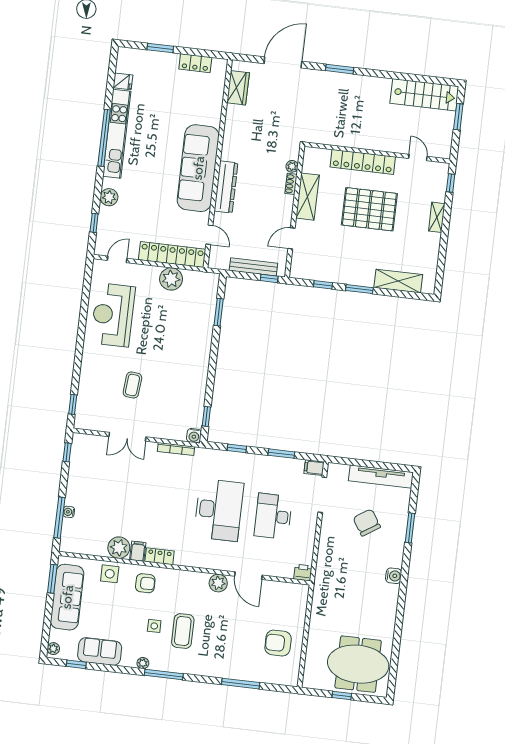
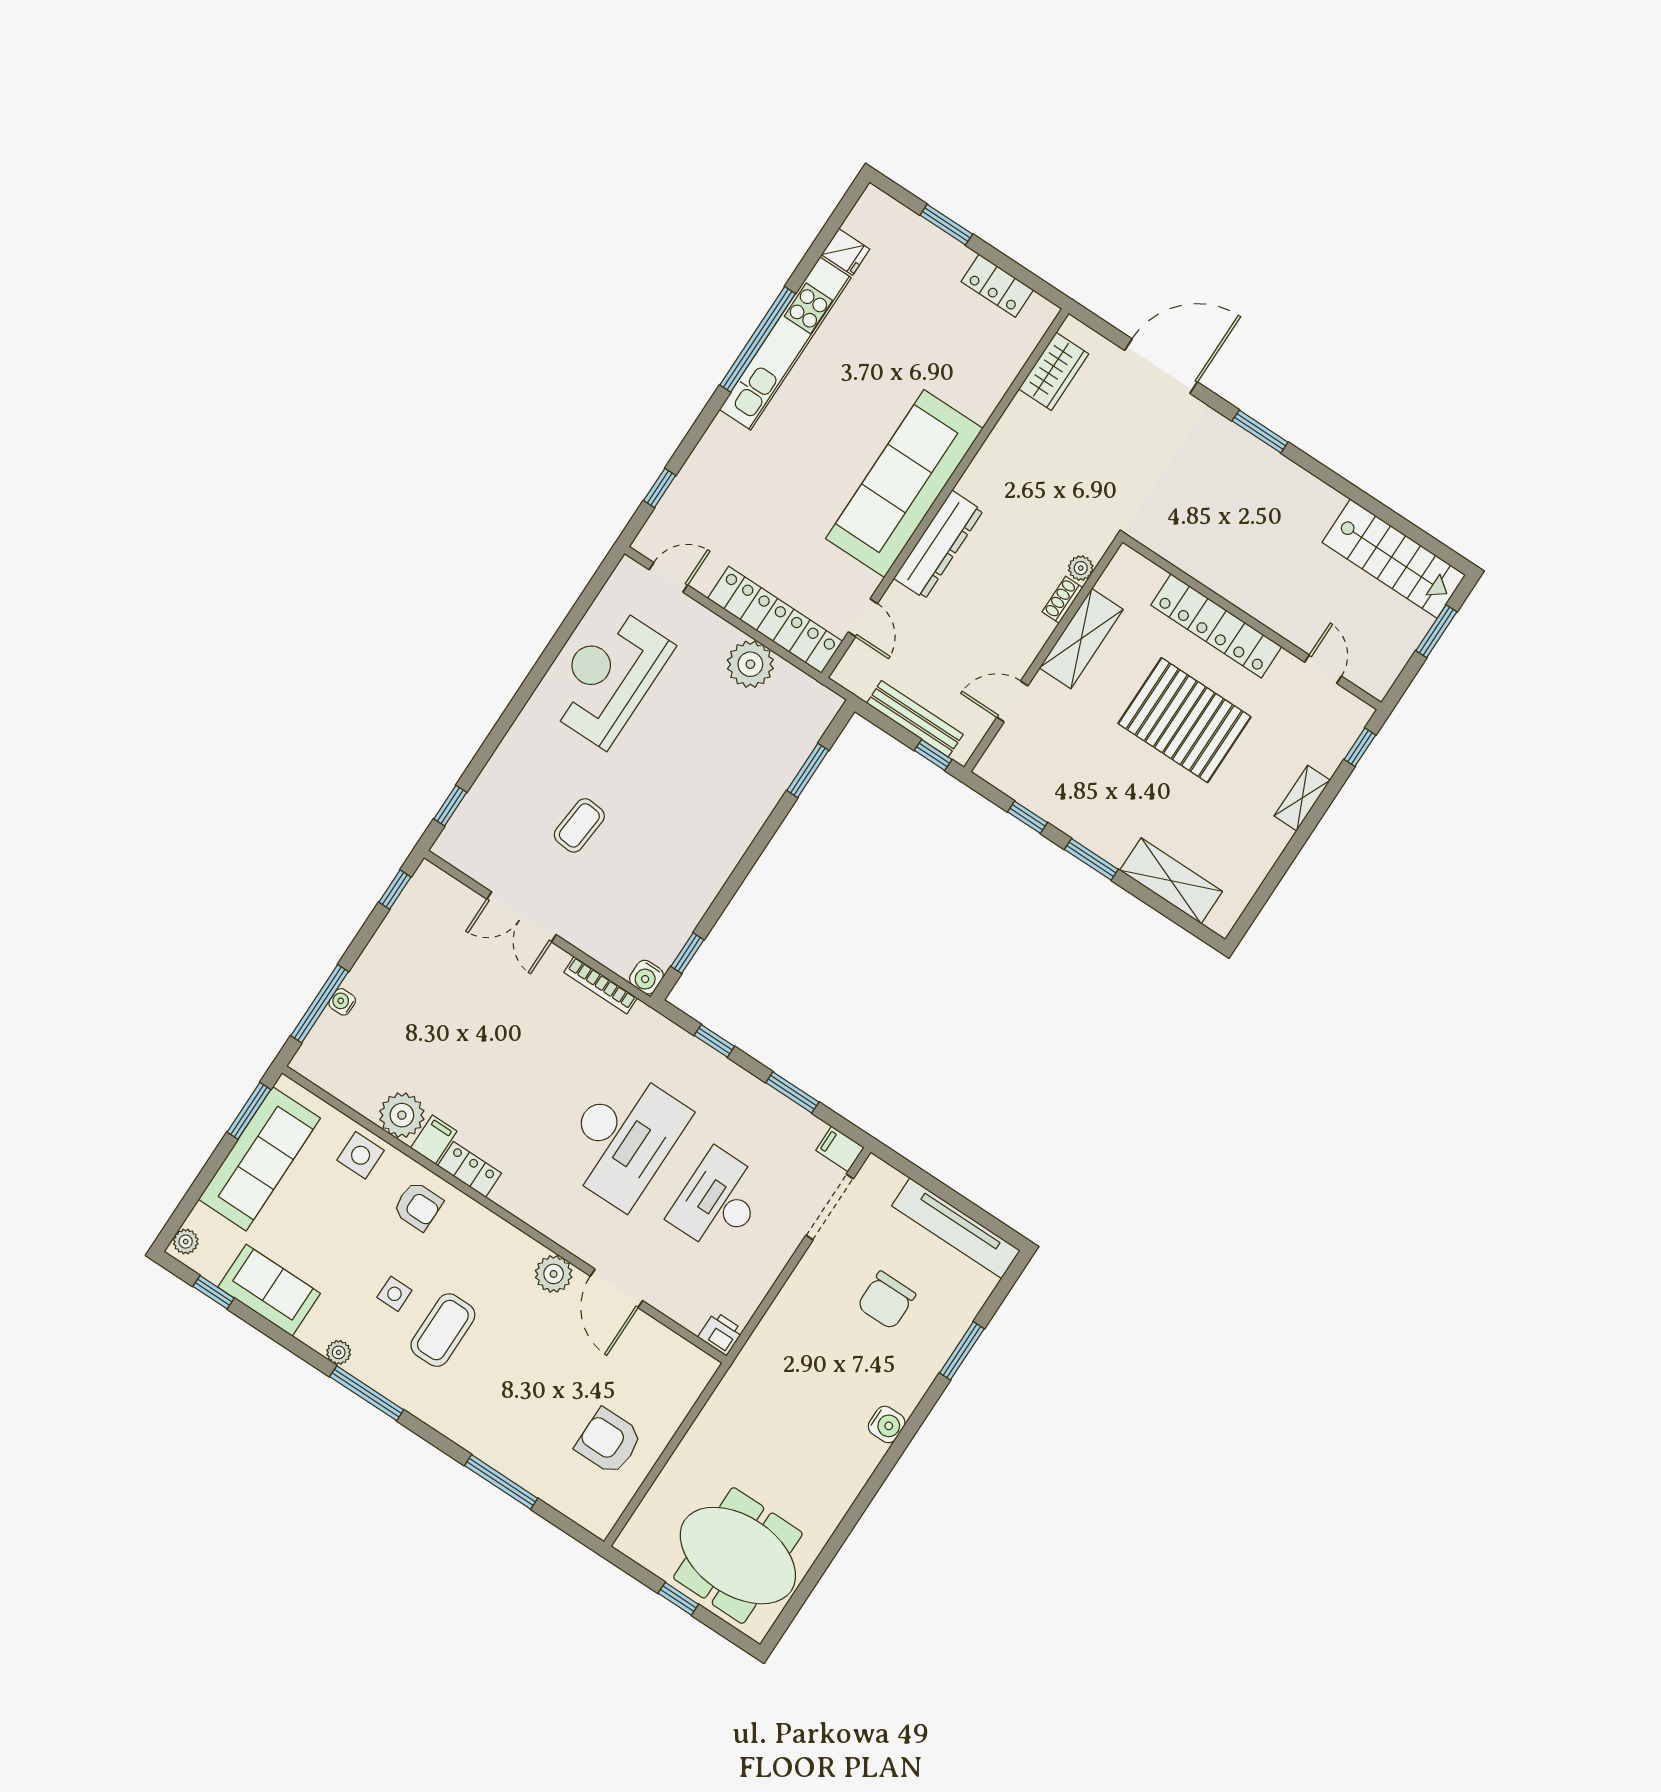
plant: (109, 197) -> (711, 454), removed
chair: (367, 523) -> (886, 1300), turned -147

